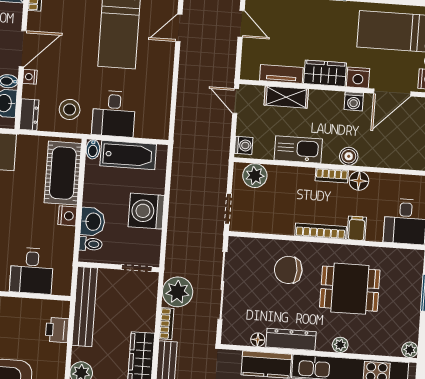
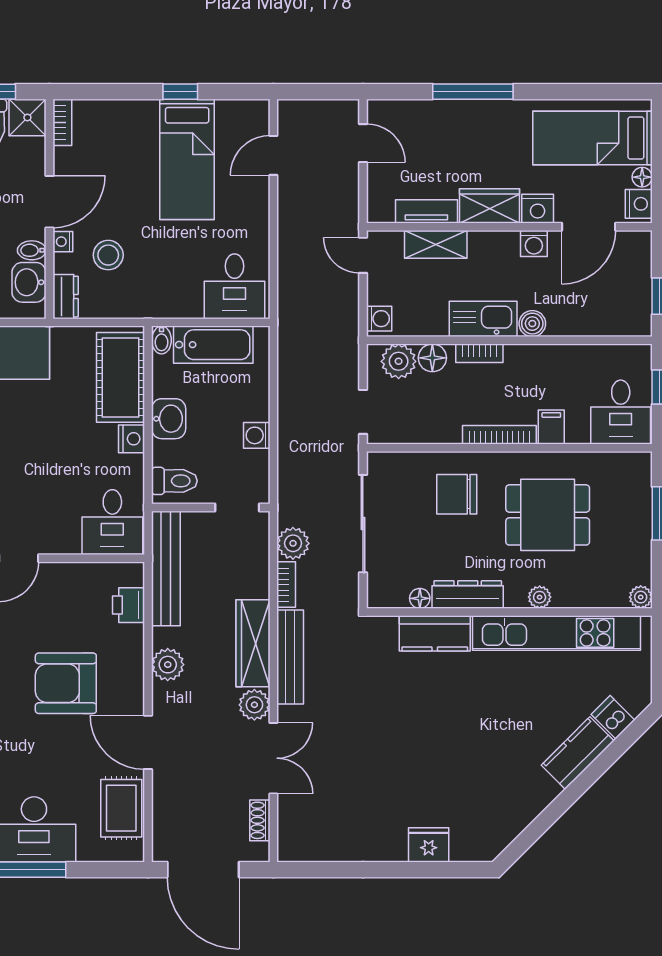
stool: (70, 109) -> (108, 255), moved
desk: (114, 114) -> (234, 286), moved
kitchen sink: (298, 149) -> (483, 319), moved
bookcase: (332, 176) -> (479, 353), moved
floor lamp: (359, 181) -> (432, 358), moved
washing machine: (146, 211) -> (257, 435), width x0.53, depth x0.53
washbasin: (93, 222) -> (169, 419), moved
toilet: (91, 244) -> (174, 481), width x1.37, depth x1.39
desk: (32, 271) -> (112, 522), moved
plant: (178, 292) -> (293, 543), width x0.73, depth x0.73

